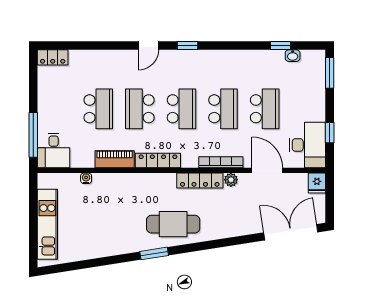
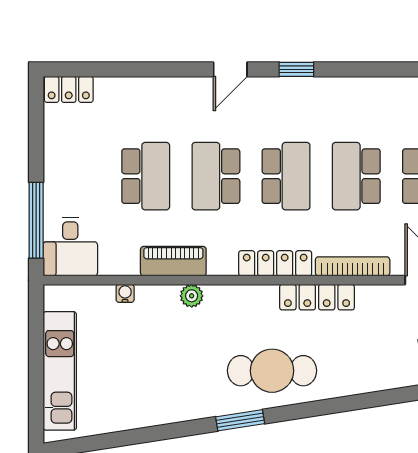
school desk: (223, 109) -> (356, 176), turned 180
locker: (158, 160) -> (275, 263), moved
plant: (231, 180) -> (192, 296), moved

